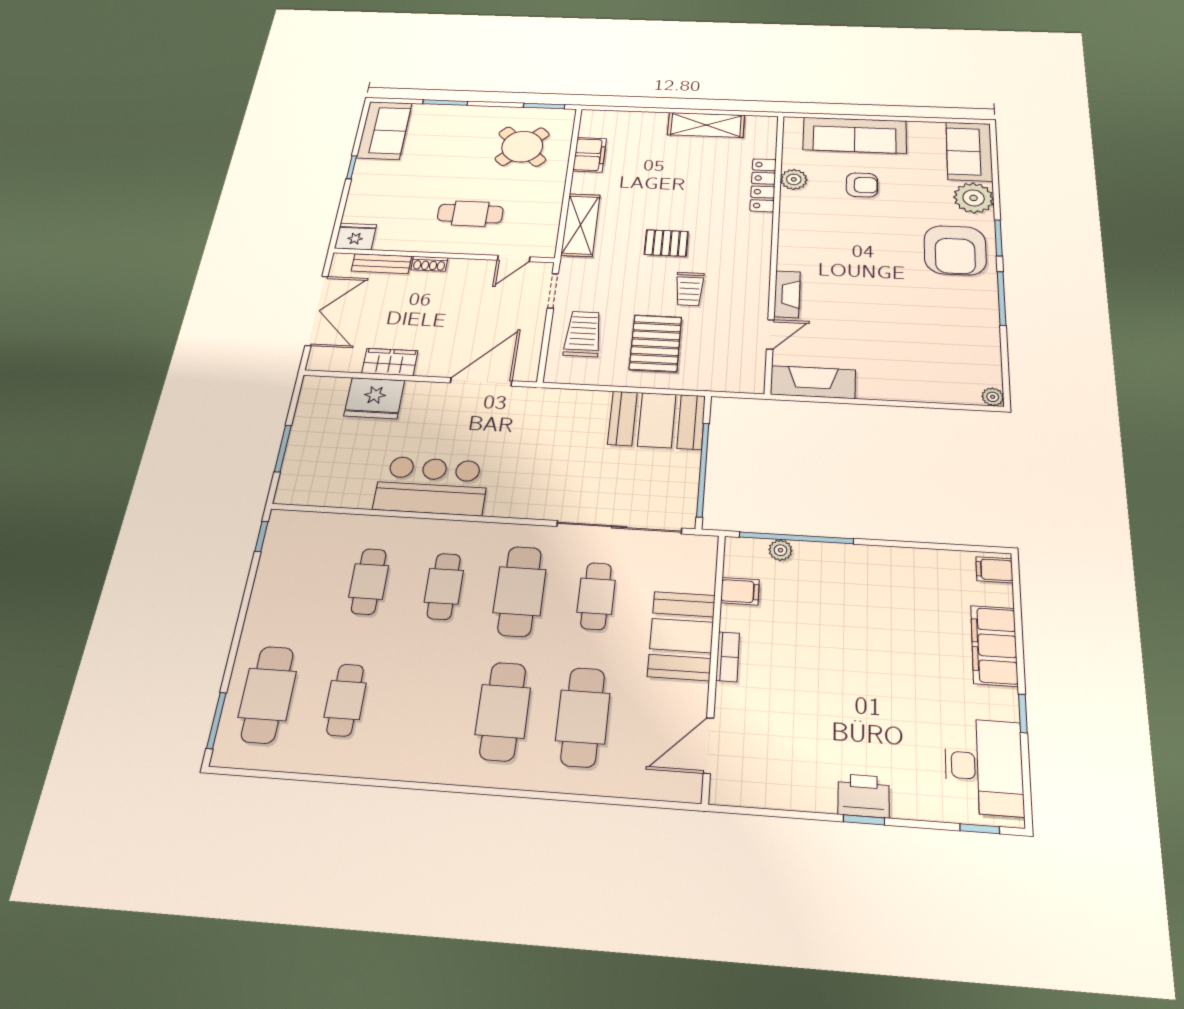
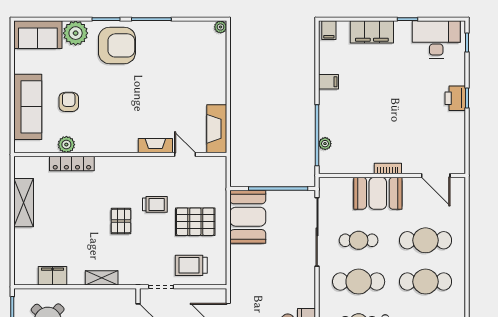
shelving: (581, 225) -> (102, 278), width x0.67, depth x0.75
filing cabinet: (740, 591) -> (329, 82), moved, turned 90

